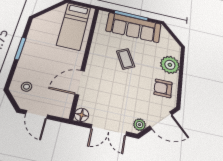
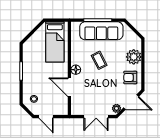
door: (80, 83) -> (69, 87), hinge flipped
floor lamp: (82, 115) -> (76, 70), moved

